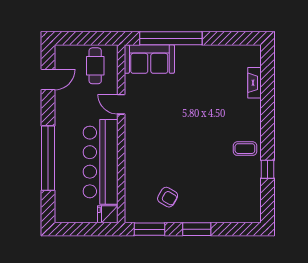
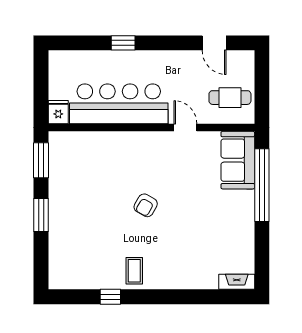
fireplace: (255, 83) -> (237, 282), moved
door: (121, 104) -> (185, 128), hinge flipped
window: (48, 158) -> (123, 43), width x0.32
armchair: (168, 197) -> (146, 205), moved

